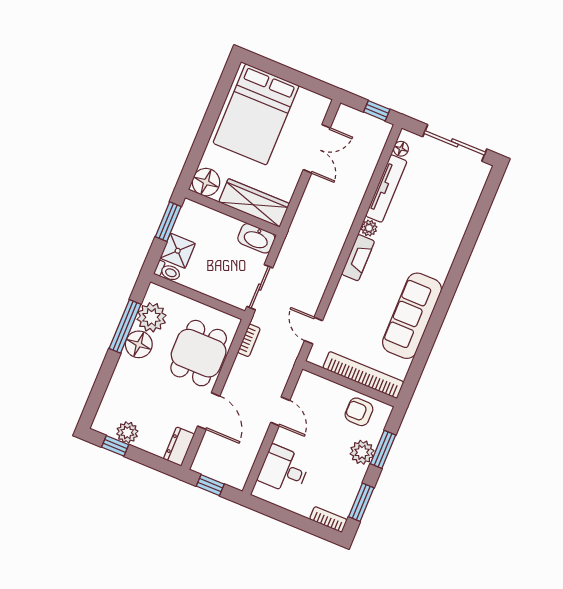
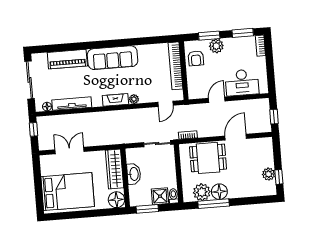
piano: (457, 216) -> (67, 59), added
plant: (369, 228) -> (134, 99), moved
washbasin: (256, 238) -> (134, 174), moved
sofa: (412, 316) -> (113, 58), moved
dresser: (179, 447) -> (262, 143), removed
desk: (284, 470) -> (242, 83), width x1.37

